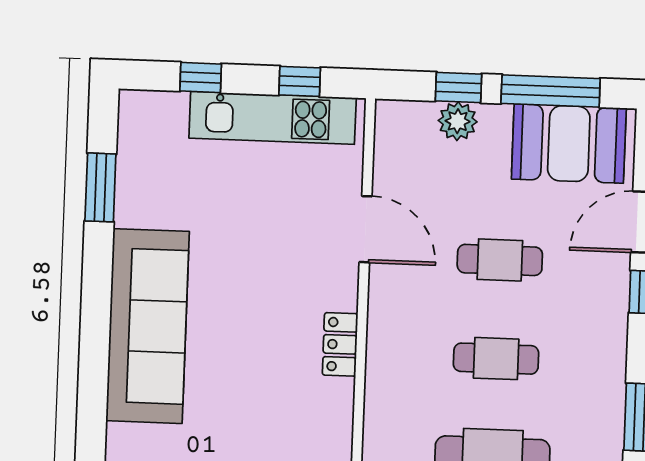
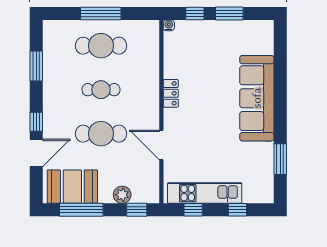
window: (458, 87) -> (137, 210), moved
cafe table: (500, 260) -> (101, 134), width x1.37, depth x1.35

